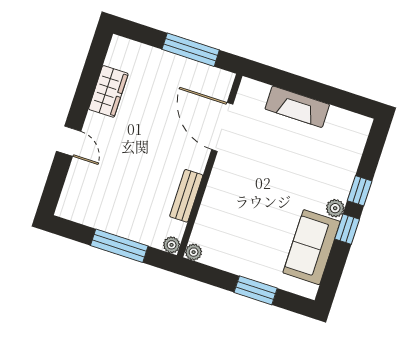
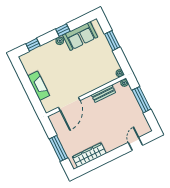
window: (191, 50) -> (59, 148), moved
wardrobe: (108, 91) -> (89, 155), width x1.50
door: (69, 141) -> (135, 144), moved
window: (360, 191) -> (33, 45), moved

